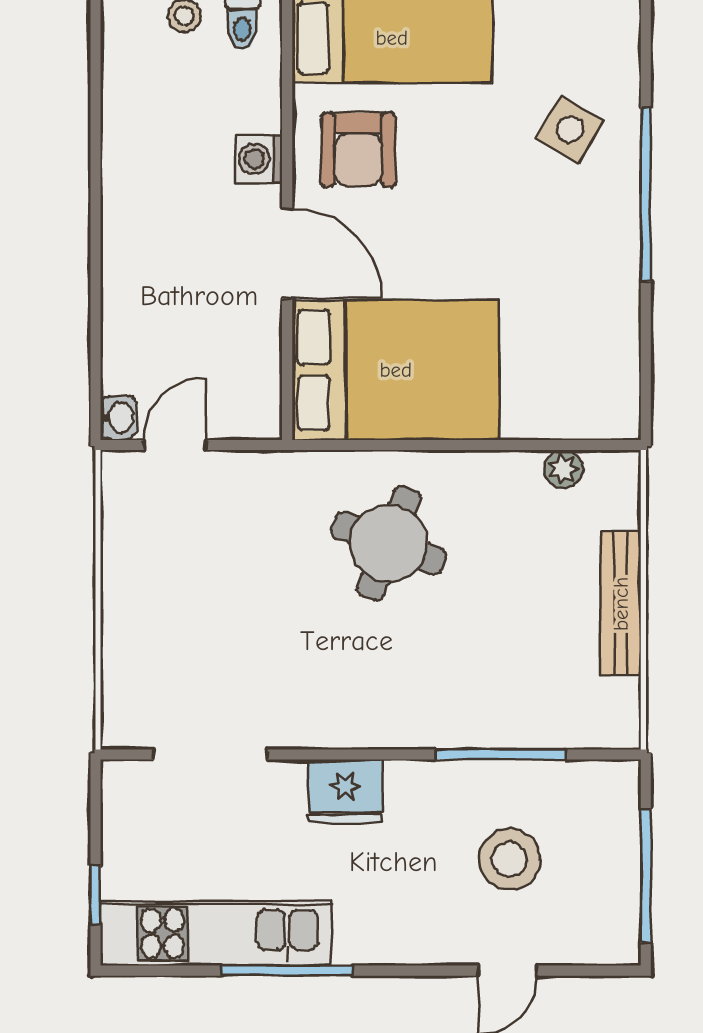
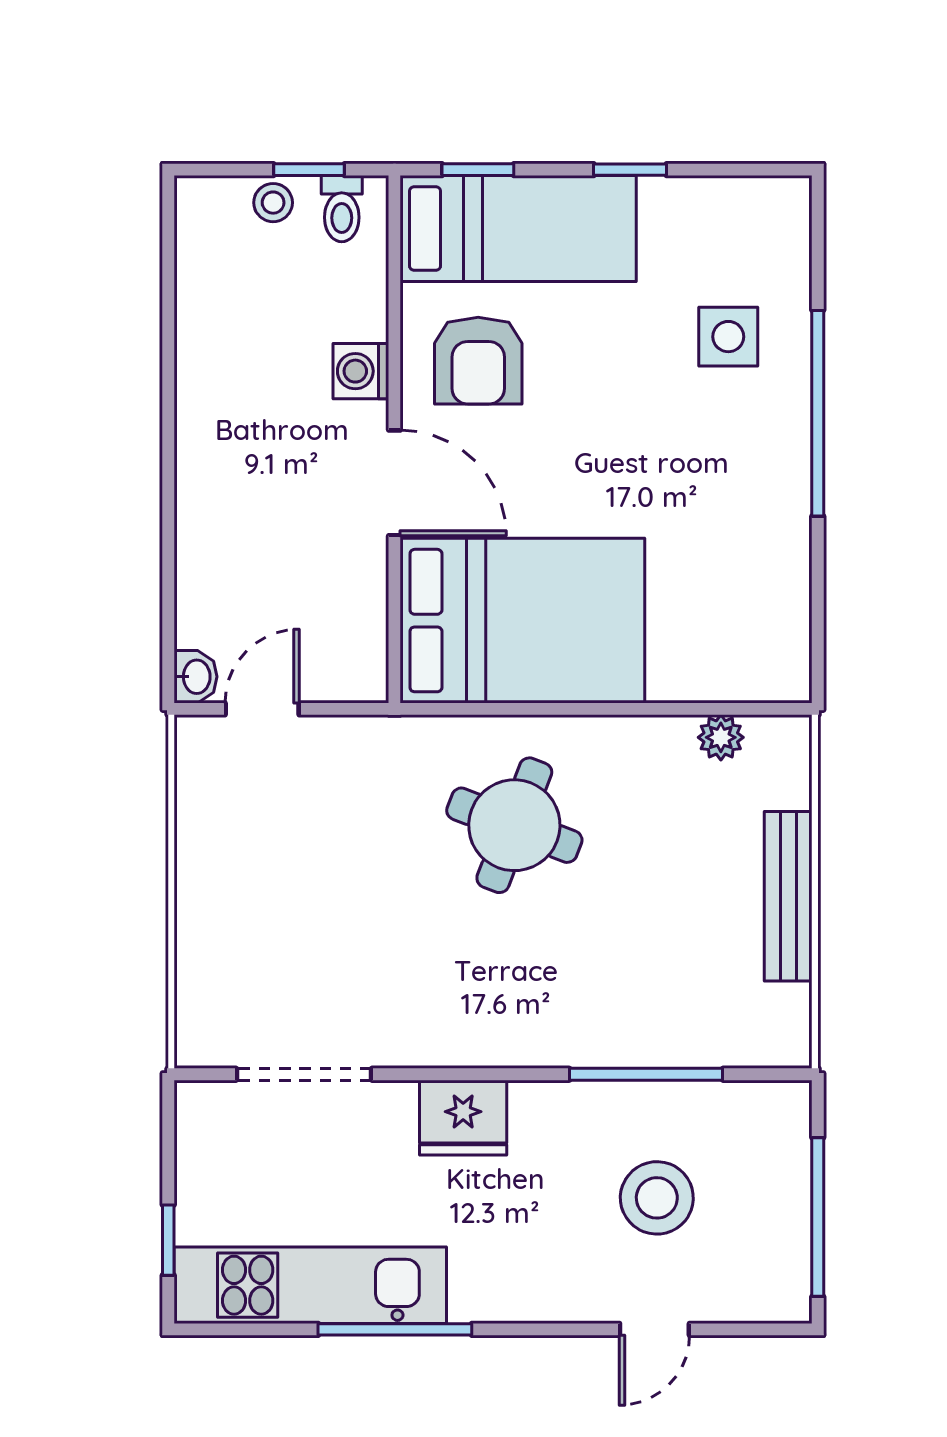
side table: (570, 129) -> (728, 337), turned -31

